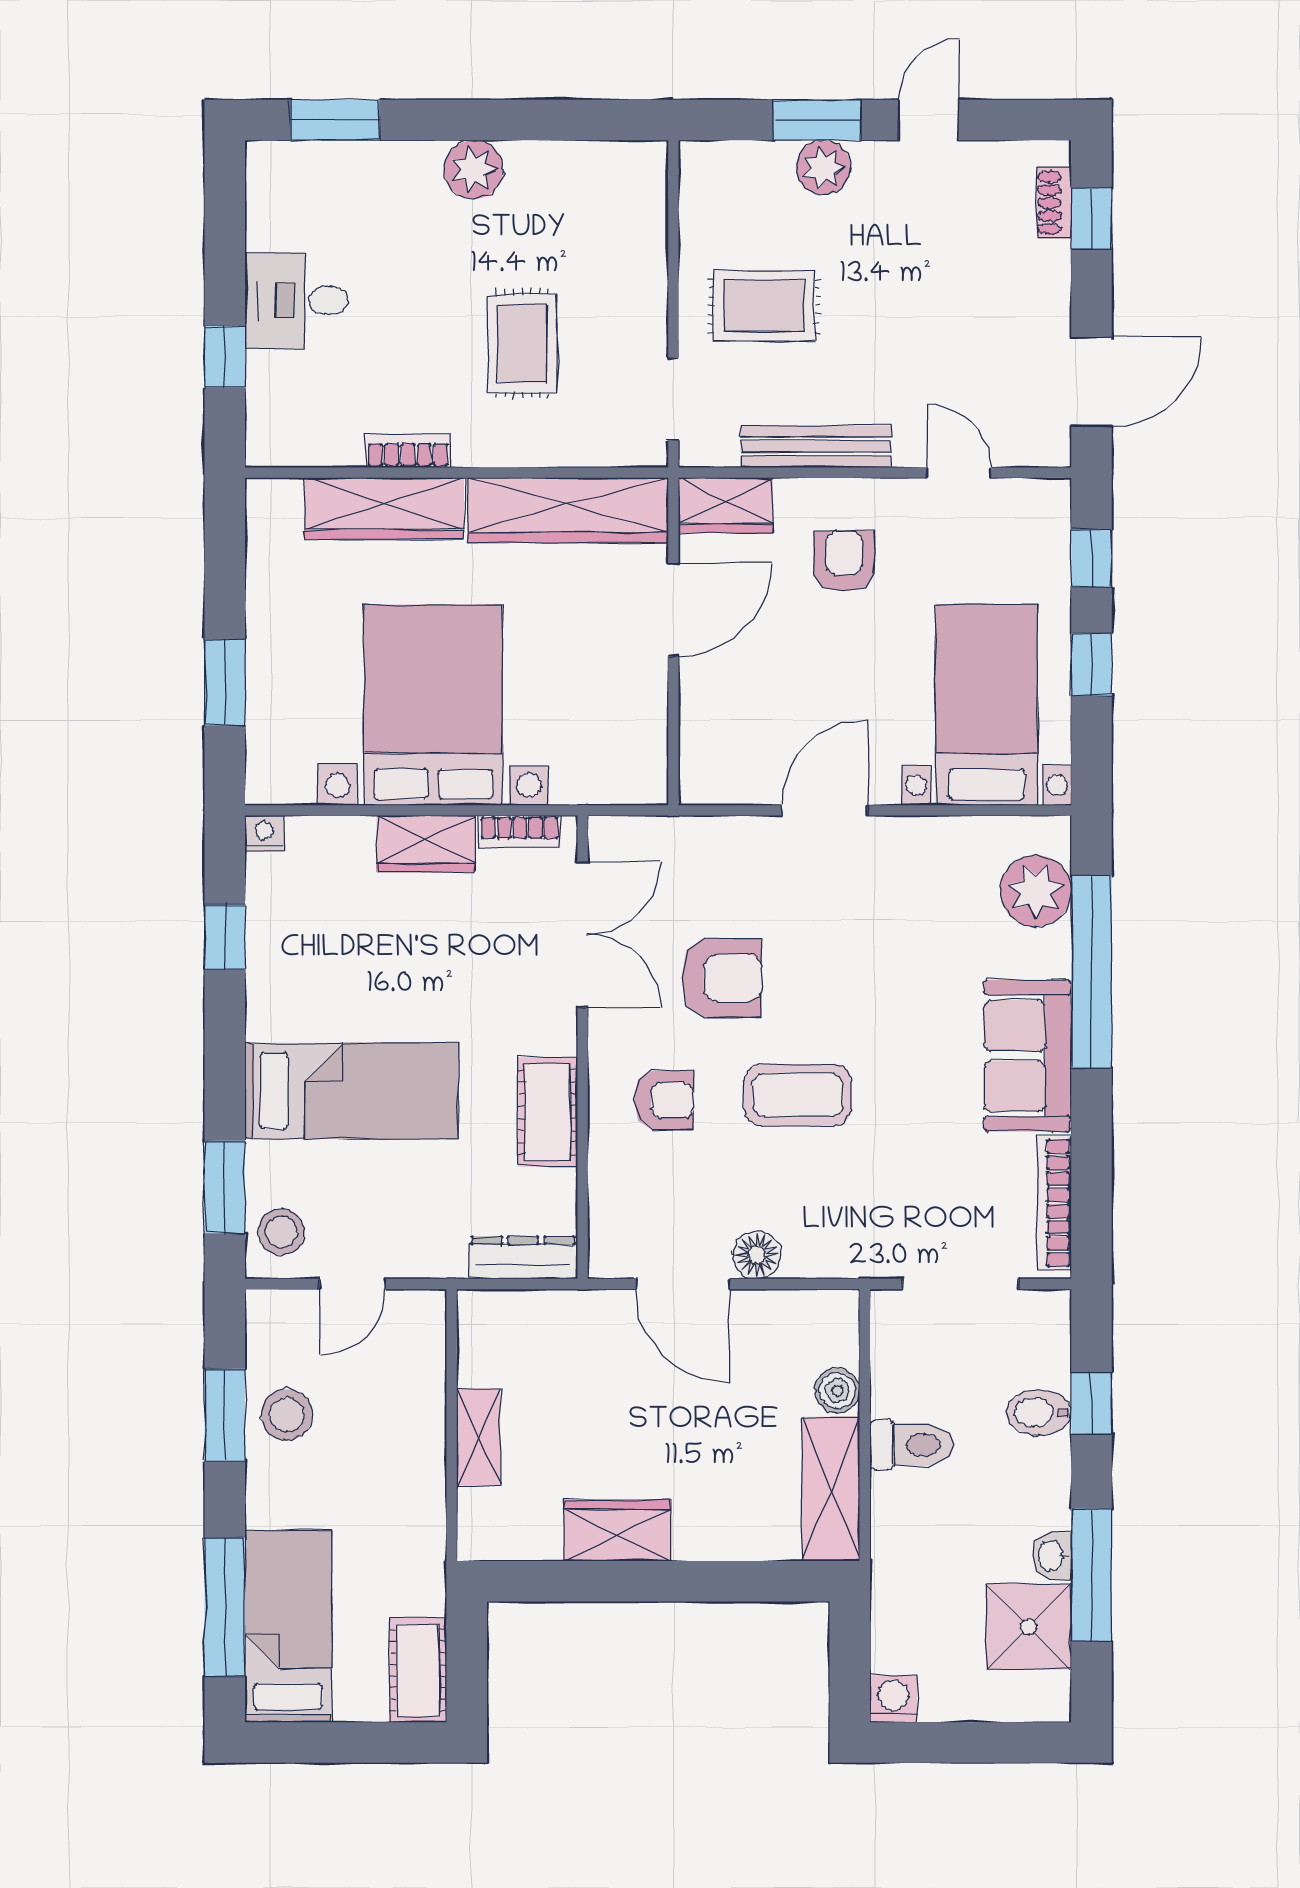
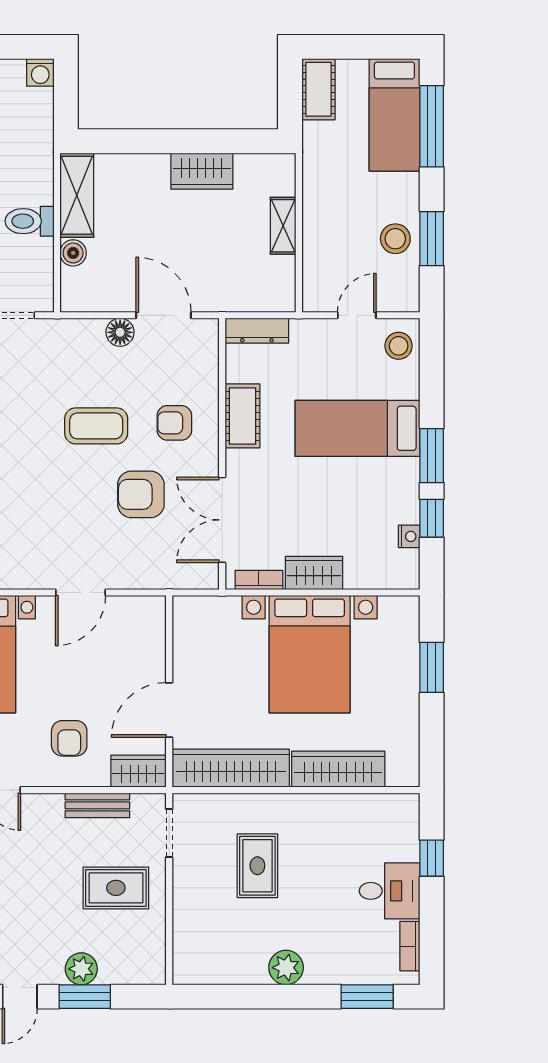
bench: (816, 447) -> (97, 805), width x0.73
bookcase: (408, 451) -> (410, 946), moved, turned 90
nightstand: (264, 834) -> (409, 536), moved, turned -90
window: (225, 1187) -> (432, 456), moved

